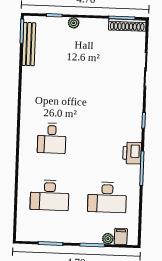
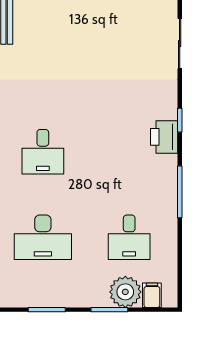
printer: (132, 153) -> (164, 137), moved
desk: (107, 197) -> (129, 237), width x0.73
plant: (108, 239) -> (125, 292), width x1.88, depth x1.88

